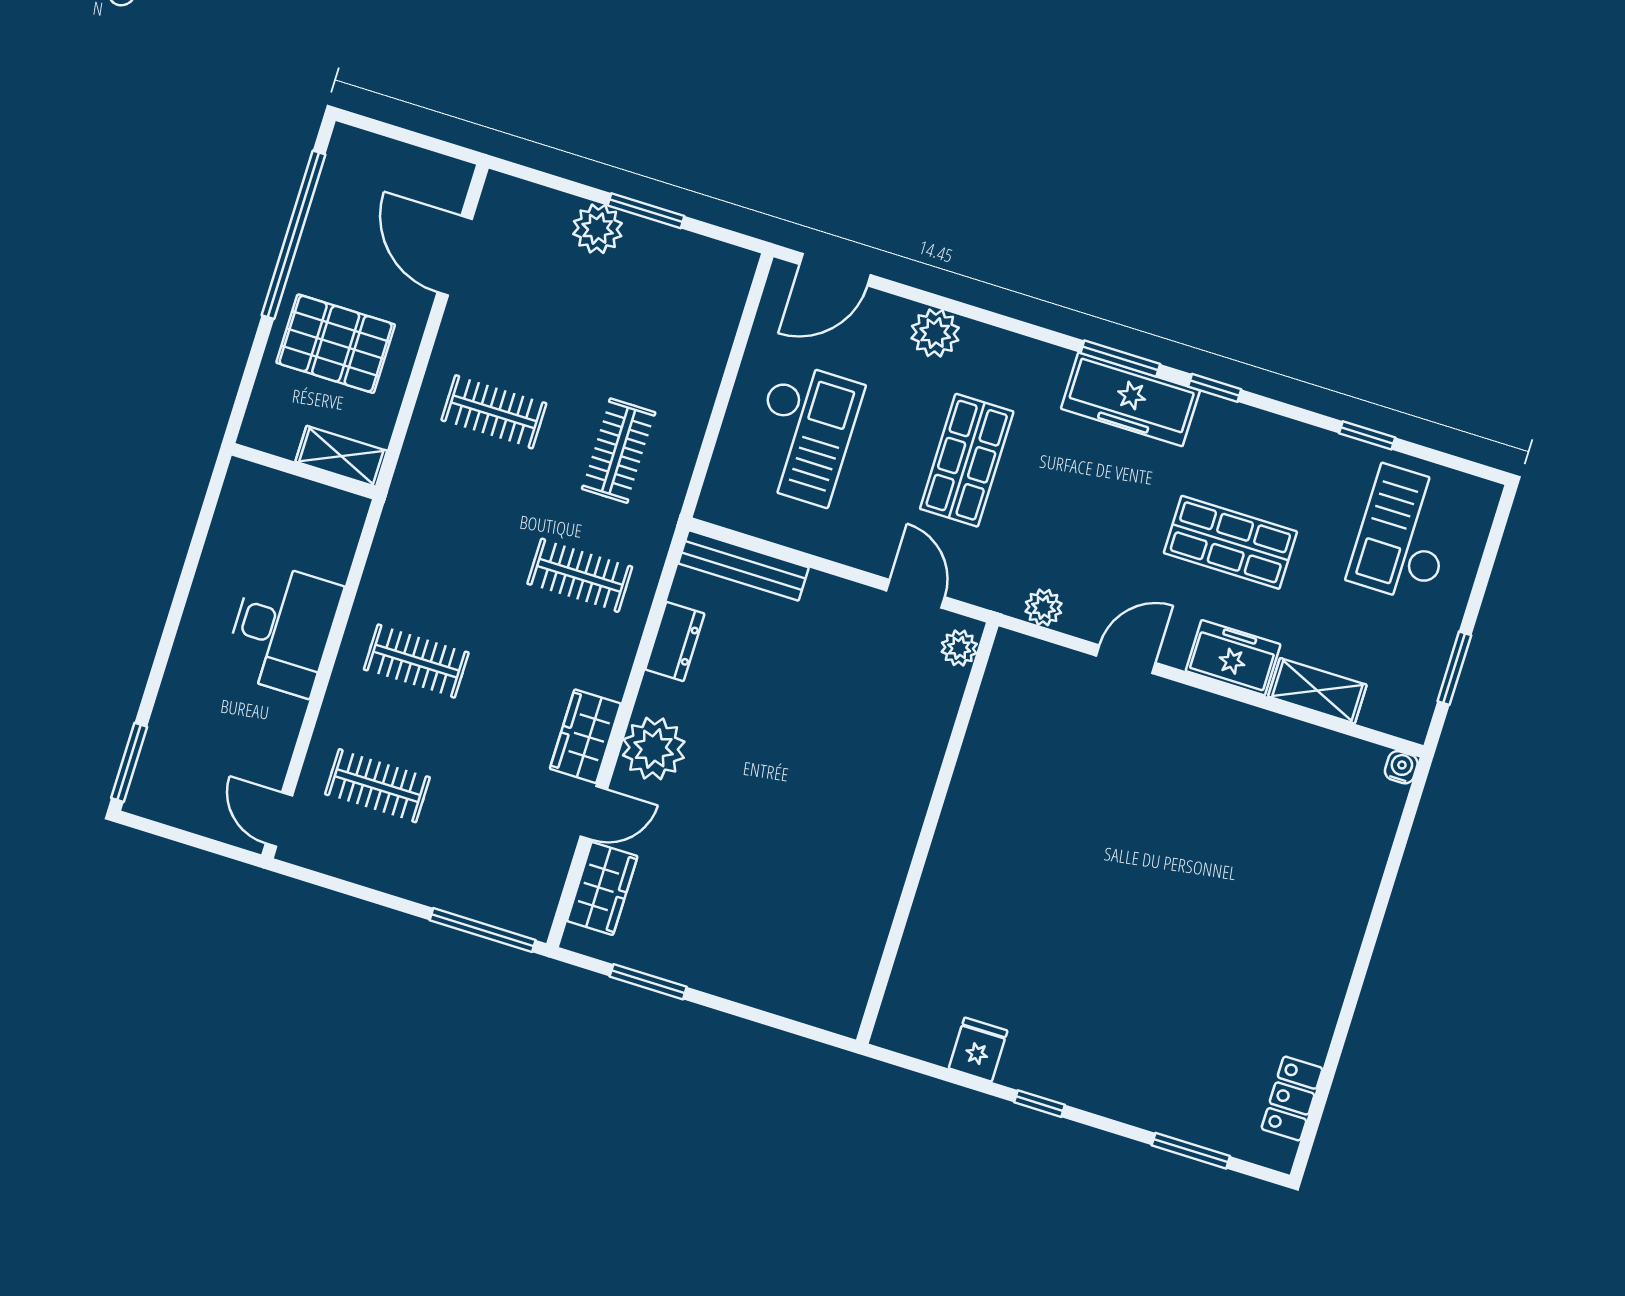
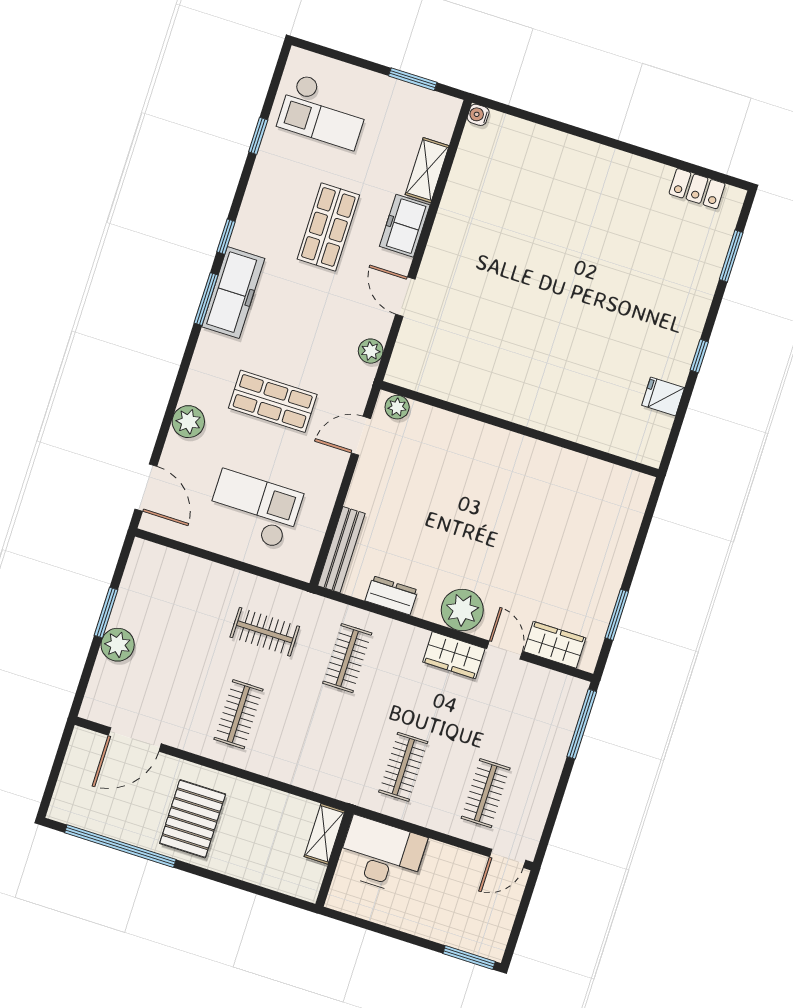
shelving: (341, 456) -> (325, 834), moved
wall: (304, 471) -> (334, 859), moved

